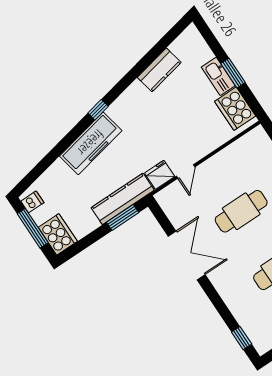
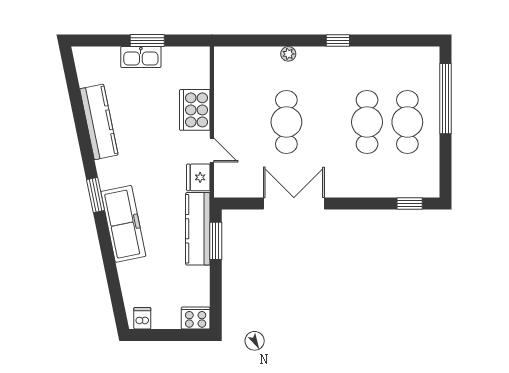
kitchen counter: (159, 70) -> (99, 122), width x1.50
cooker: (235, 109) -> (195, 110), moved, turned 90
window: (98, 110) -> (95, 195), width x1.50
window: (33, 228) -> (168, 335), removed
cooker: (58, 234) -> (196, 318), width x0.73, depth x0.76

